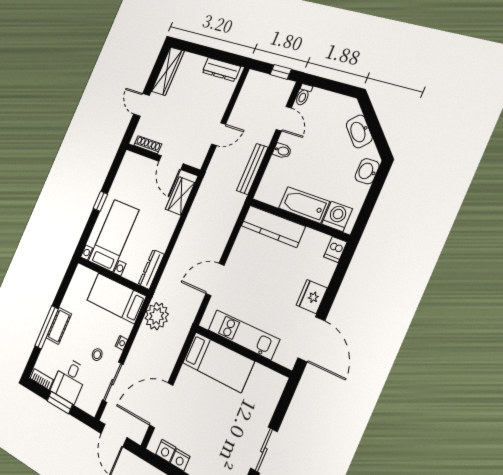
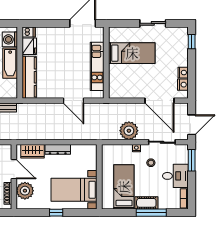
door: (171, 163) -> (14, 169), hinge flipped
plant: (141, 169) -> (25, 191), added
dresser: (151, 269) -> (58, 149), moved
fridge: (312, 297) -> (29, 46), moved, turned -90
bed: (116, 298) -> (124, 187), moved, turned 180
plant: (157, 316) -> (129, 131), moved
bed: (218, 362) -> (132, 53), moved, turned 90
window: (60, 403) -> (192, 160), moved

